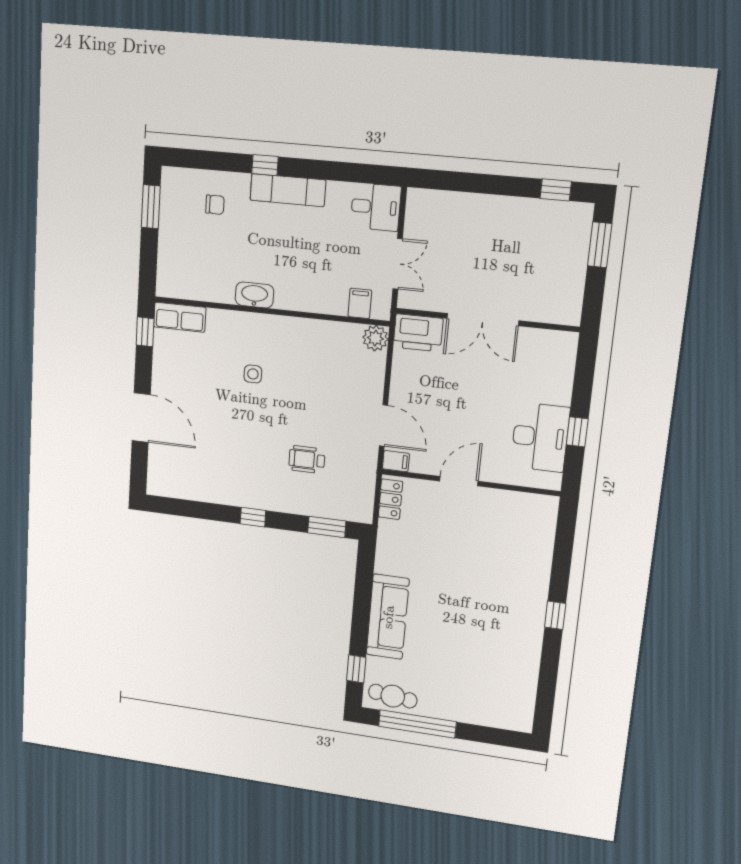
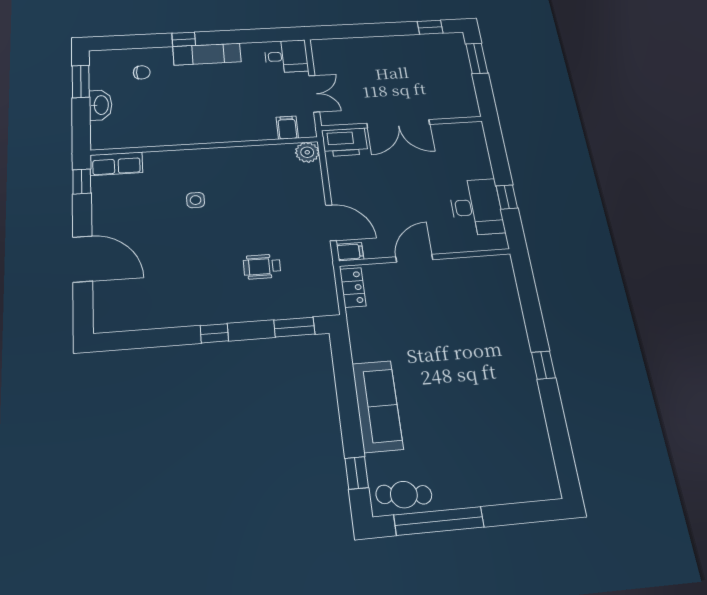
washbasin: (254, 295) -> (101, 105), moved, turned 90

